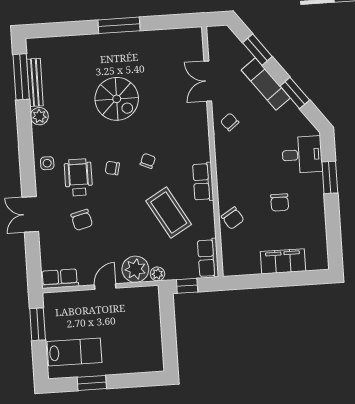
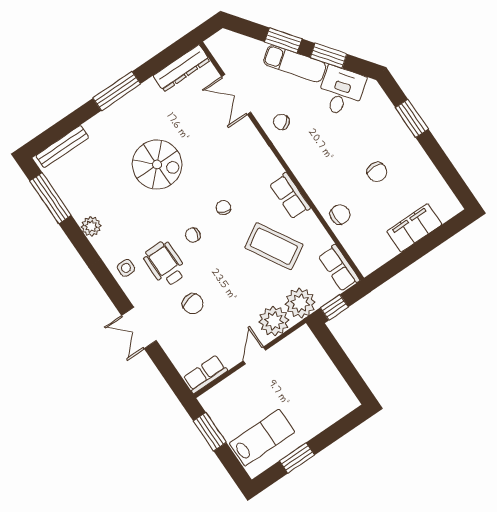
dresser: (178, 37) -> (182, 68), added
window: (257, 50) -> (283, 40), moved
bench: (35, 82) -> (62, 147), moved, turned 90
desk: (302, 155) -> (341, 91), moved, turned -37
chair: (233, 218) -> (340, 214), turned -58
plant: (157, 274) -> (300, 303), width x1.88, depth x1.88

